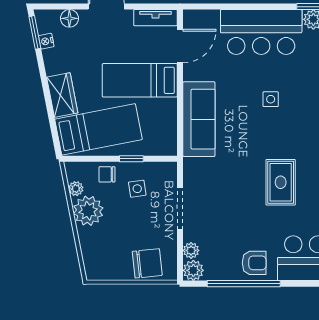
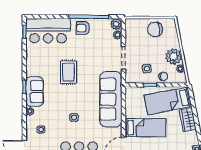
sofa: (199, 119) -> (111, 99), width x1.36, depth x1.27
chair: (147, 263) -> (155, 29), moved

